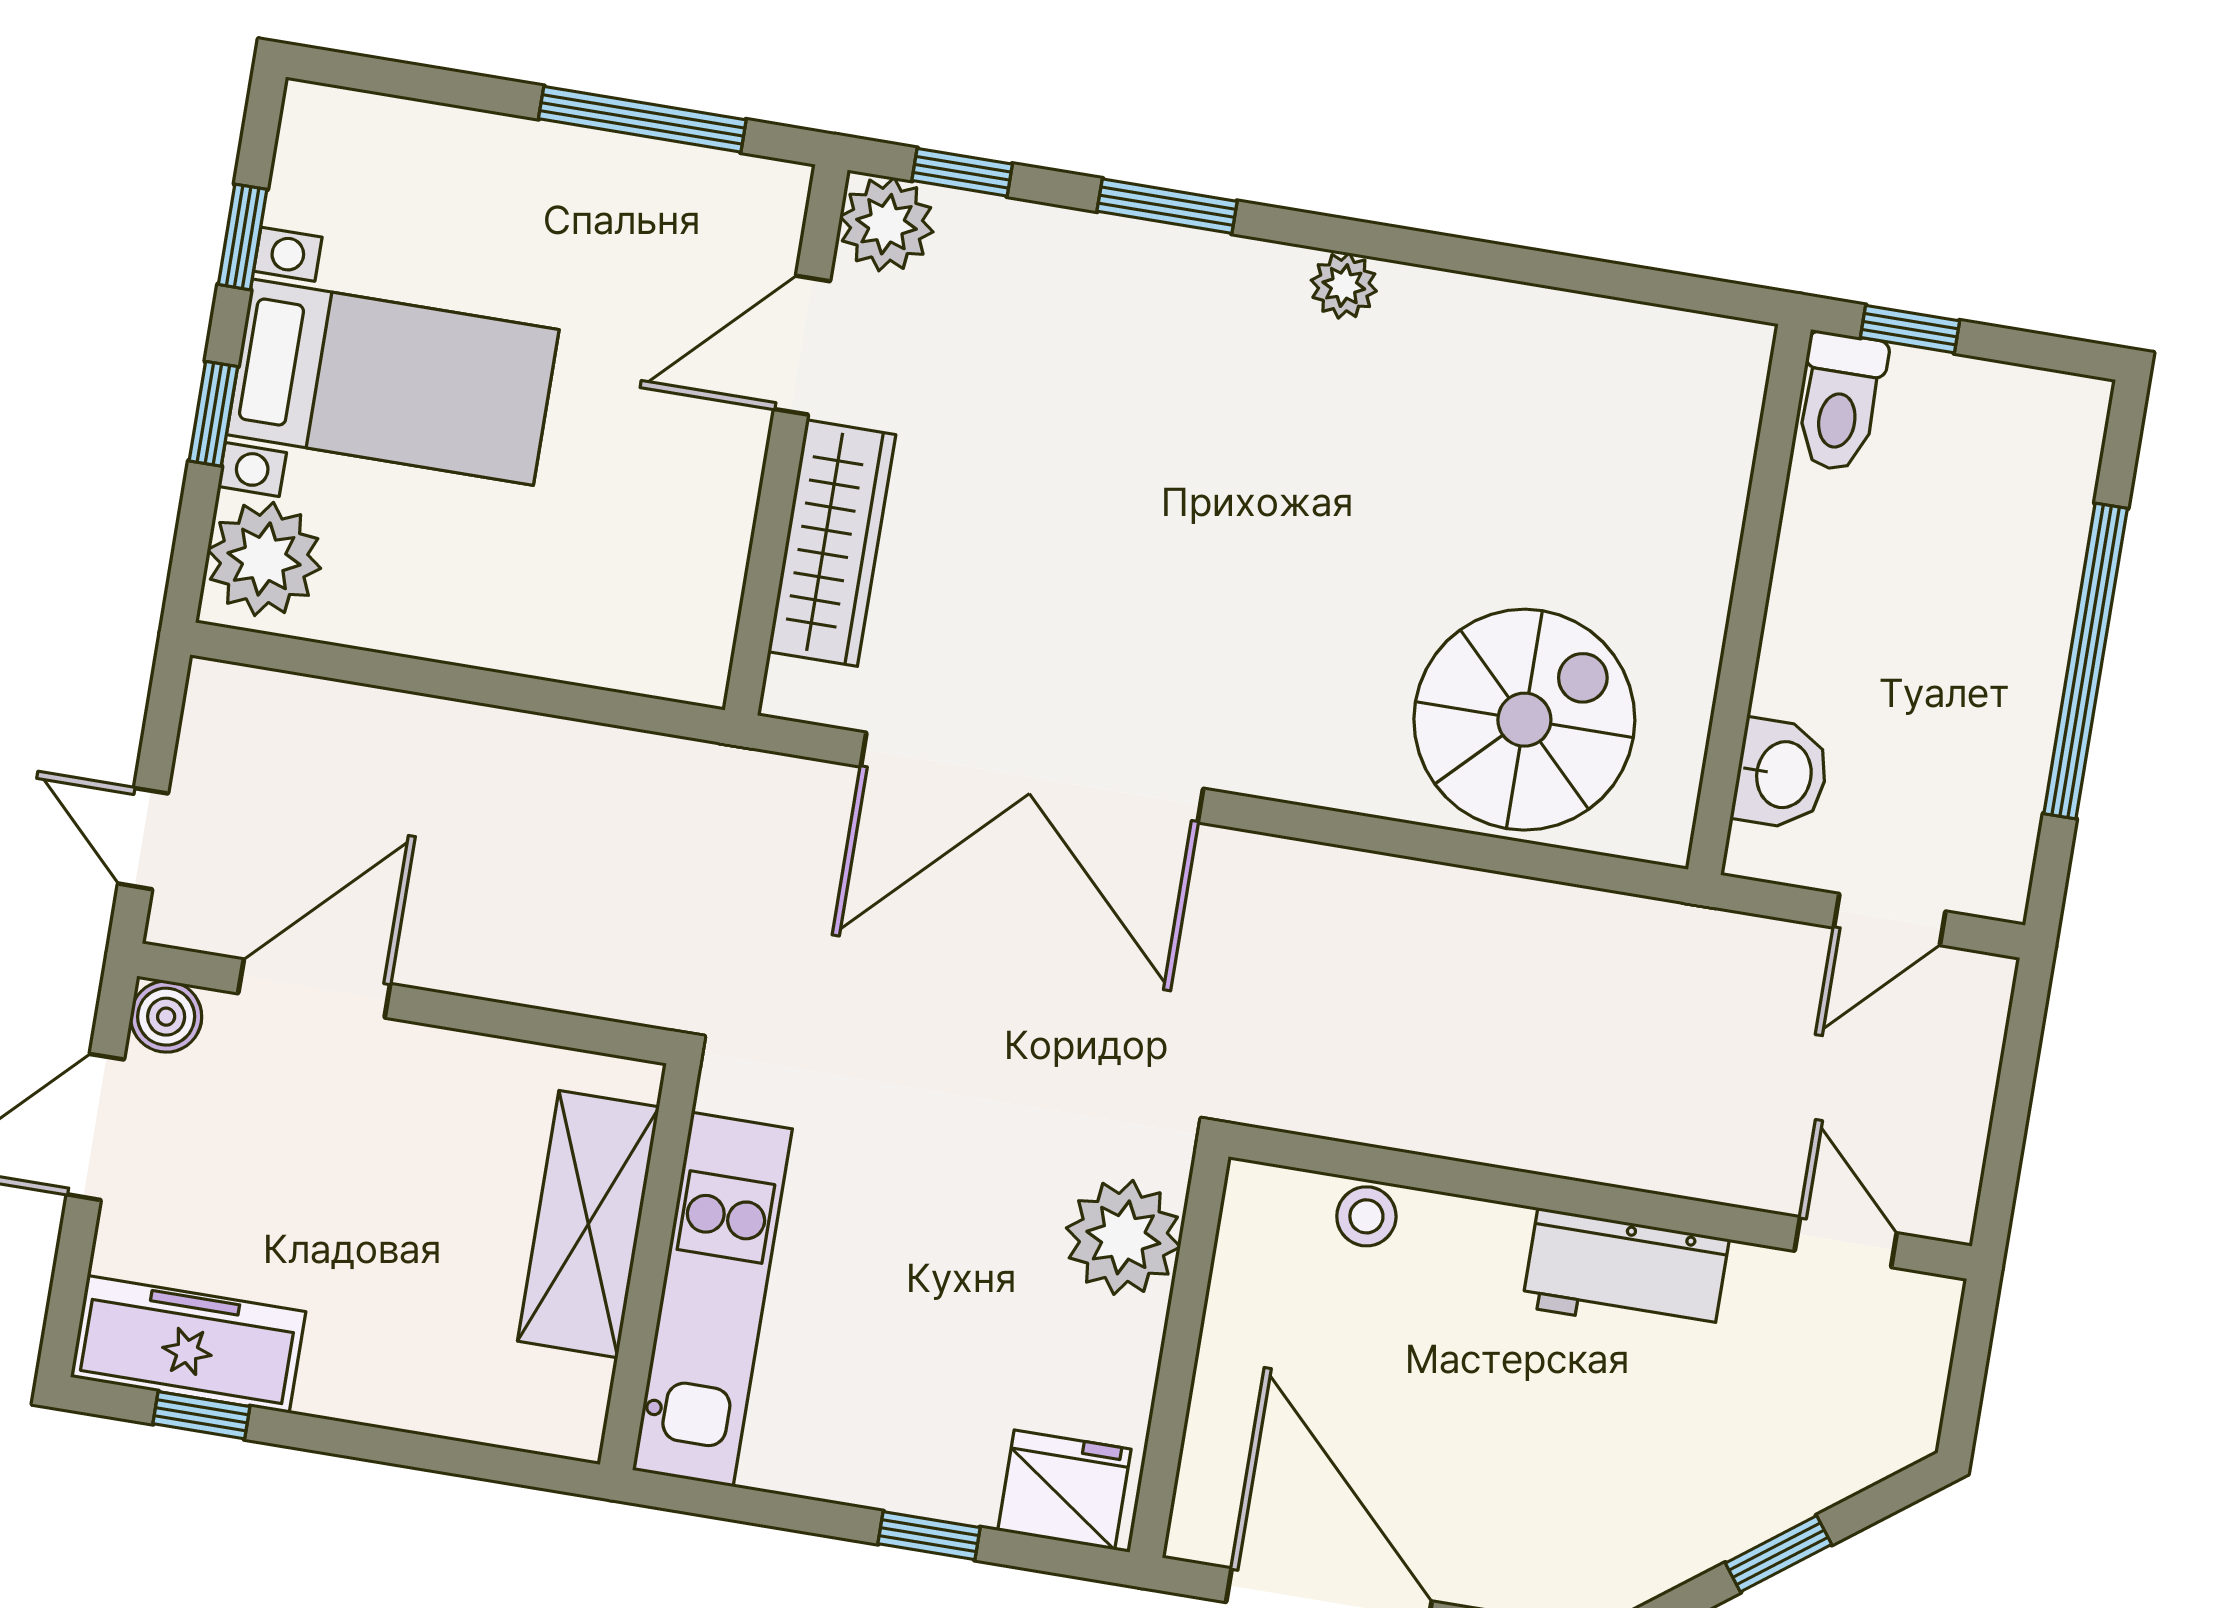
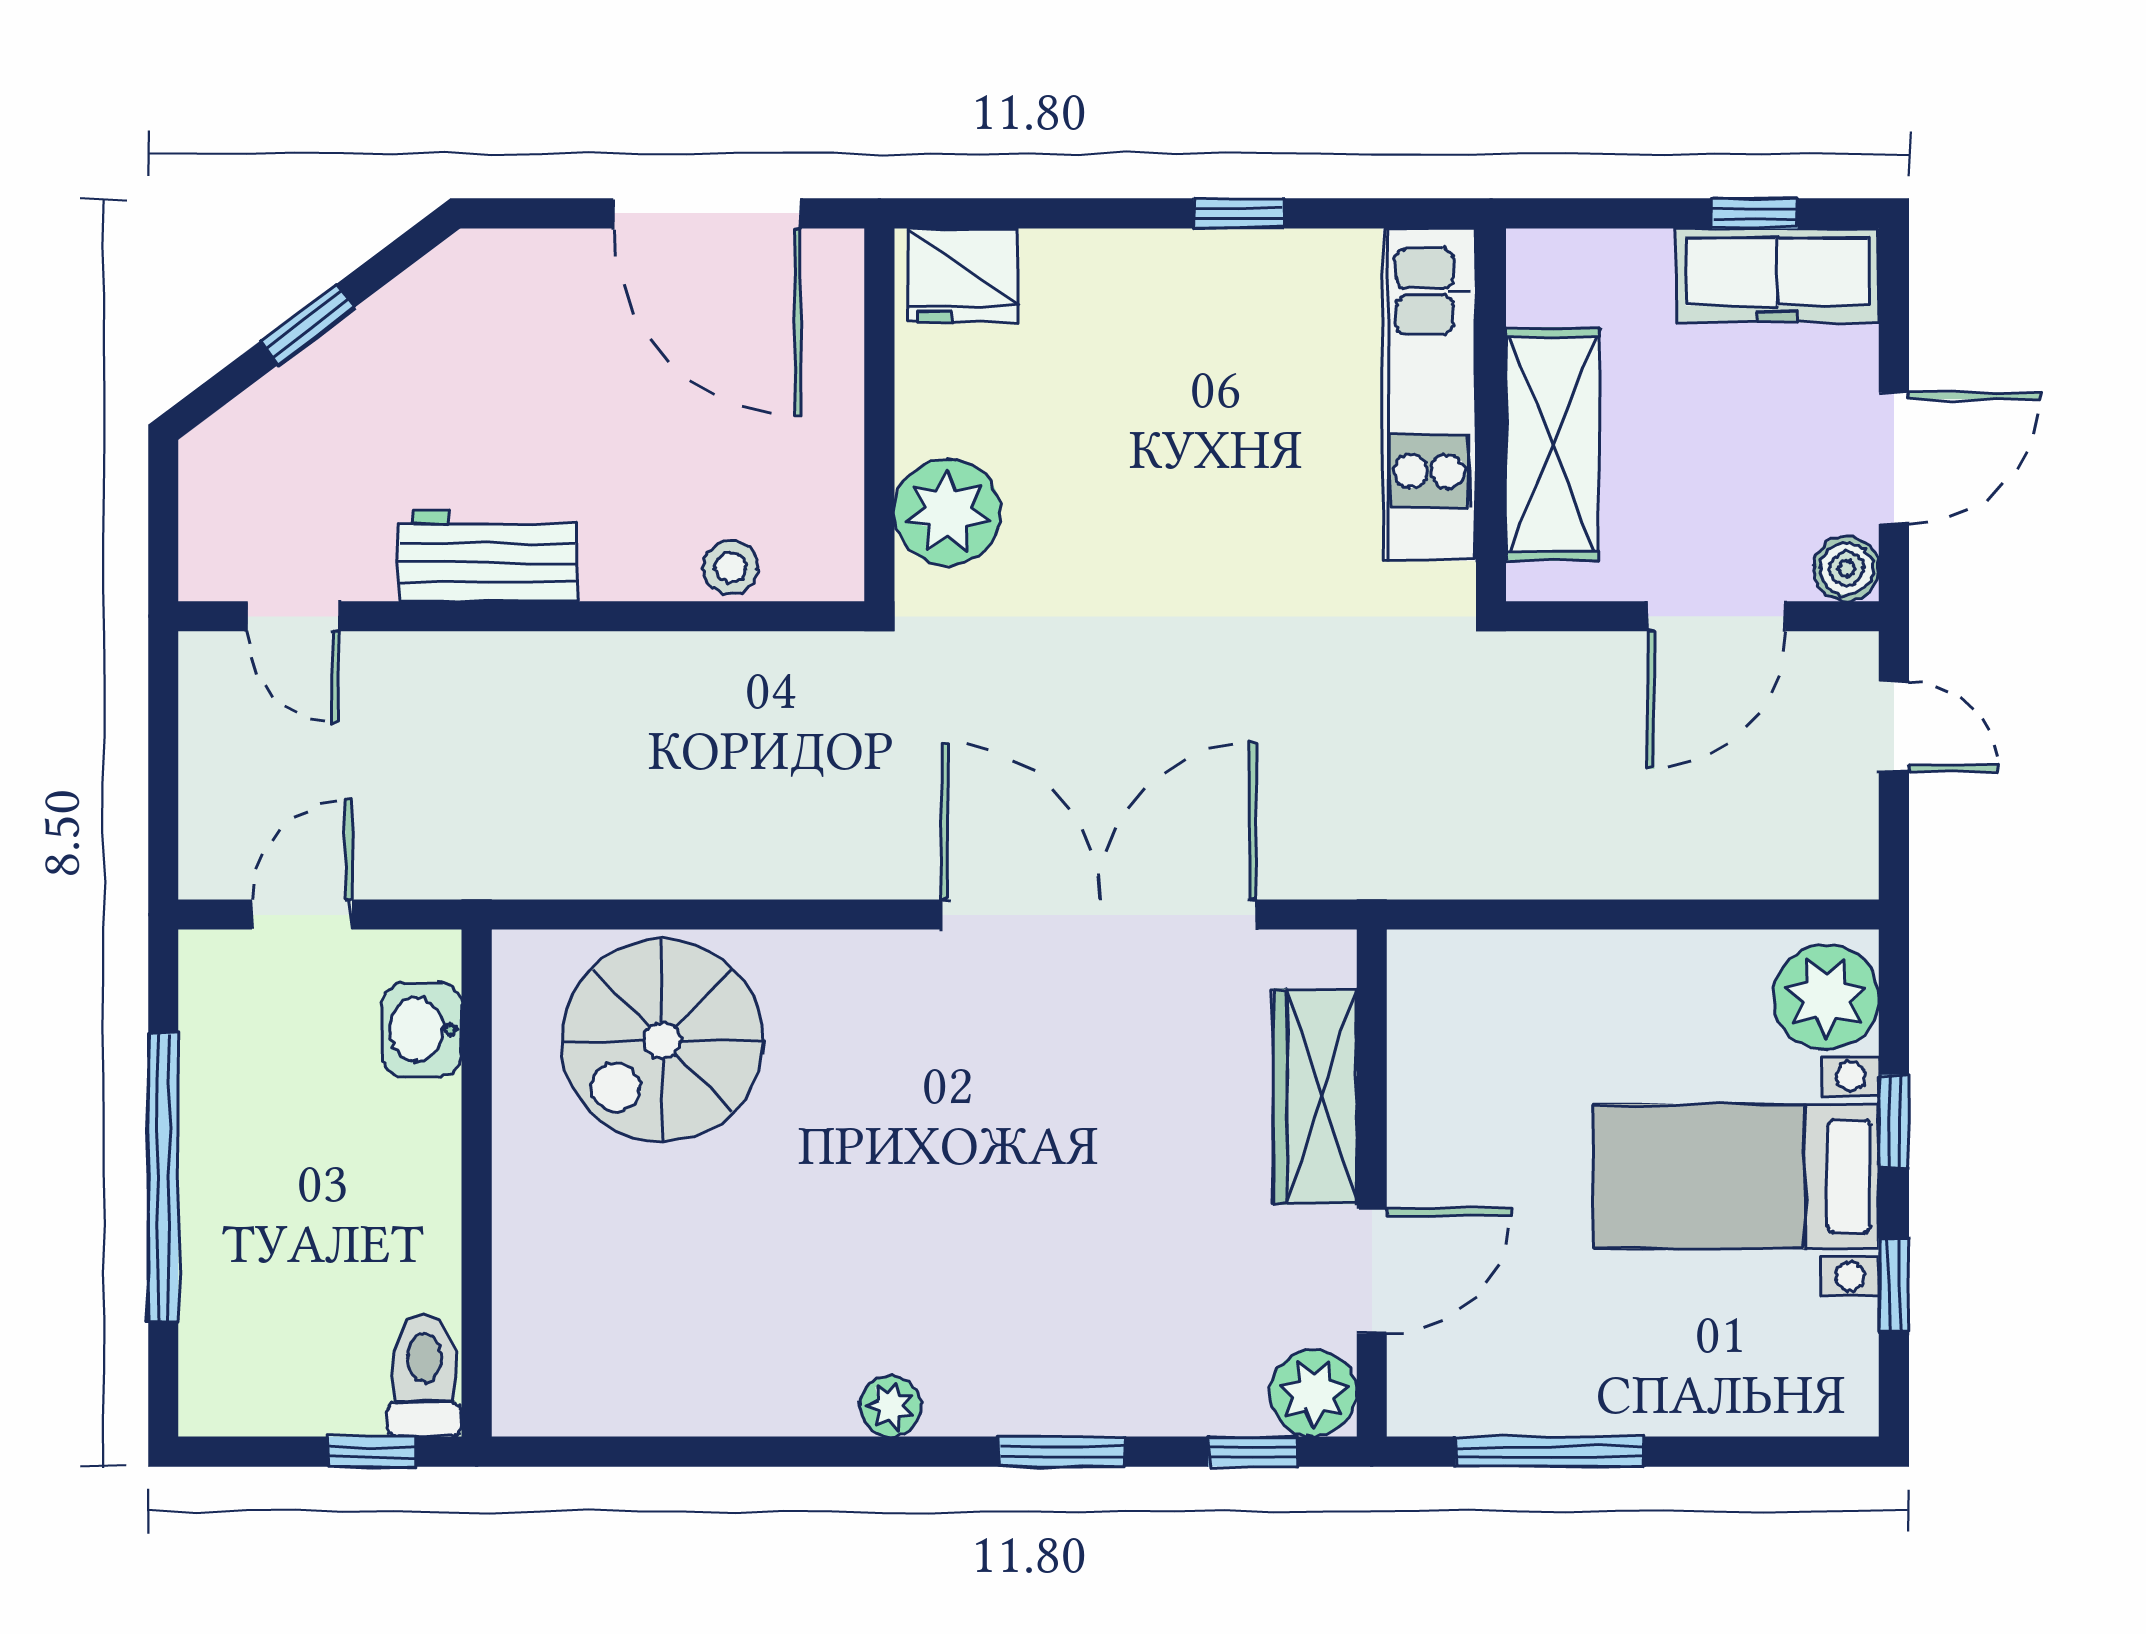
shelving: (588, 1224) -> (1553, 444), moved
wall: (649, 1267) -> (1491, 415), moved
kitchen unit: (712, 1299) -> (1429, 395), moved
window: (929, 1536) -> (1239, 213), moved

